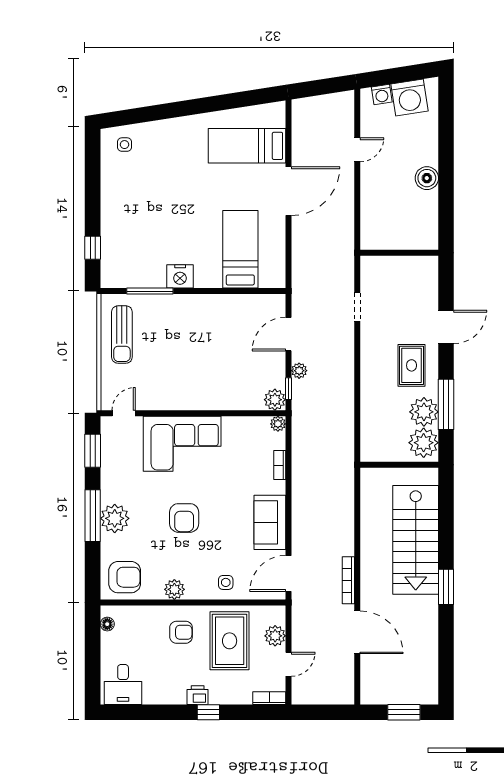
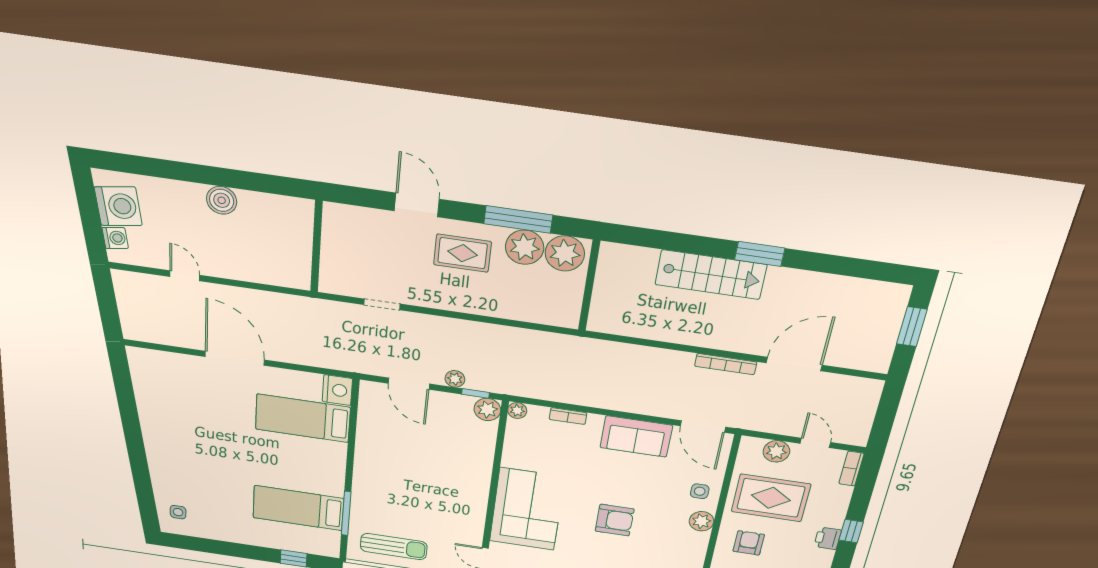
bed: (247, 146) -> (298, 508), moved, turned 90
nightstand: (180, 276) -> (337, 390), moved
stairs: (416, 540) -> (711, 275), width x0.73, depth x0.66
plant: (174, 589) -> (702, 521), moved

